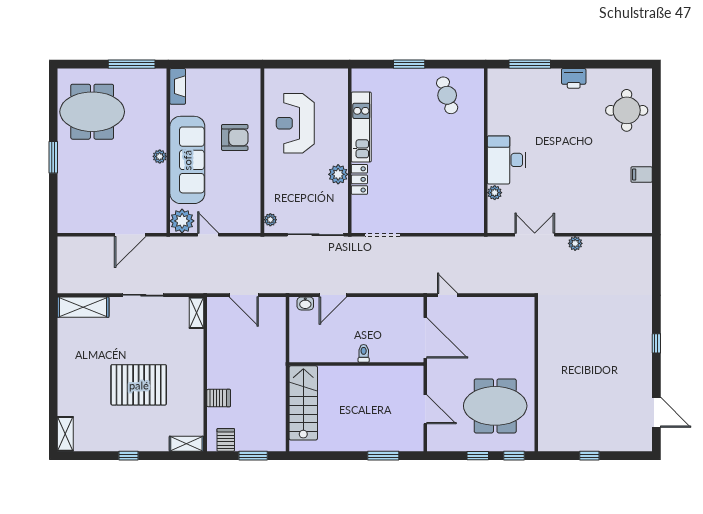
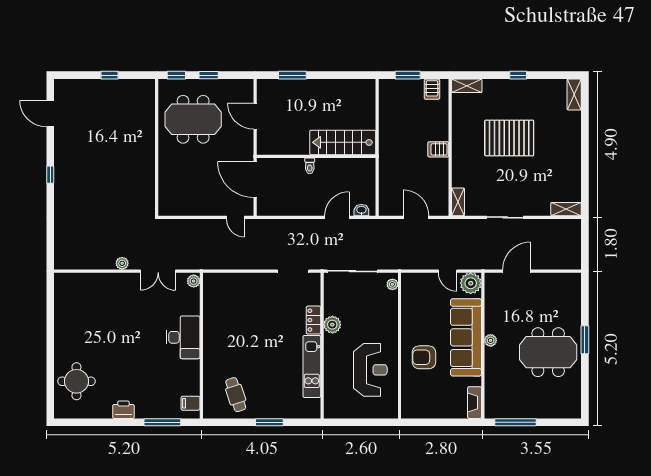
meeting table: (92, 112) -> (548, 352), moved
filing cabinet: (642, 175) -> (191, 403), moved, turned 180
plant: (495, 193) -> (194, 281), moved
shelving: (83, 307) -> (566, 209), width x0.67, depth x0.75
server rack: (219, 398) -> (438, 149), moved
stairs: (303, 403) -> (343, 142), moved, turned 90

